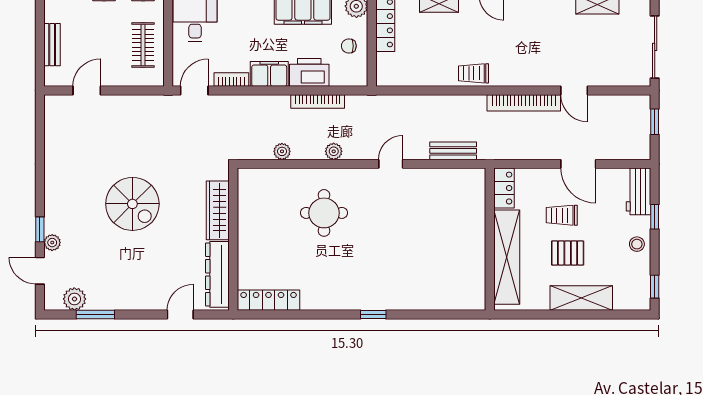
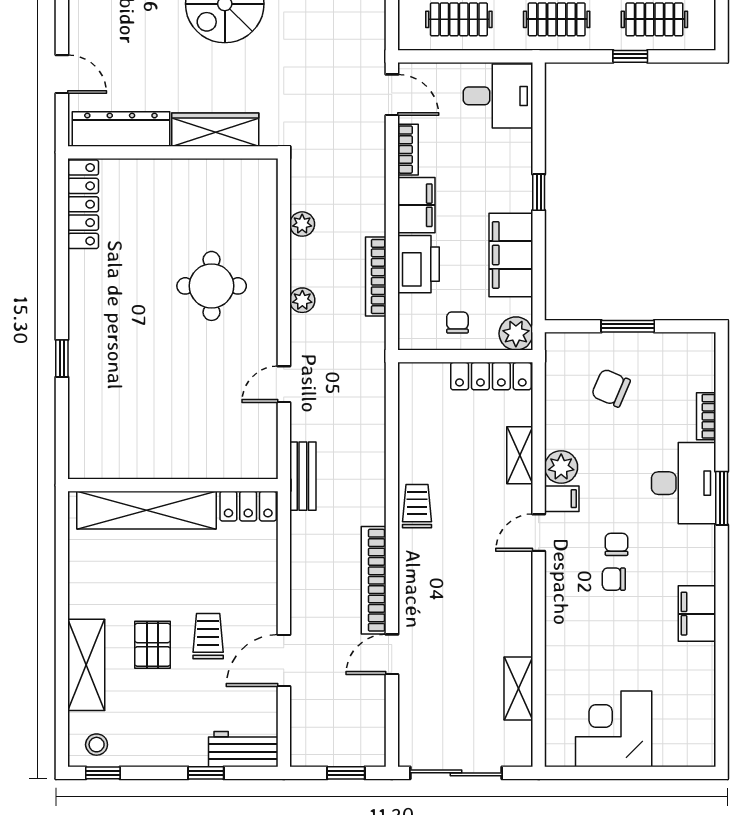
door: (391, 164) -> (284, 384), swing flipped
locker: (504, 188) -> (248, 506), moved
wall: (490, 239) -> (173, 485), moved
stool: (637, 244) -> (97, 745), moved
shelving: (507, 257) -> (147, 510), moved

